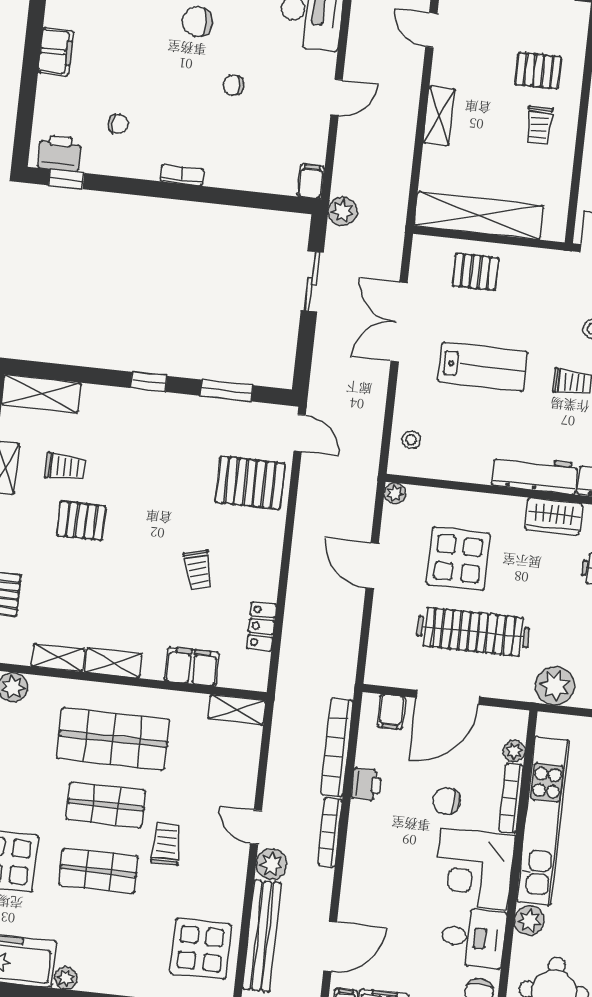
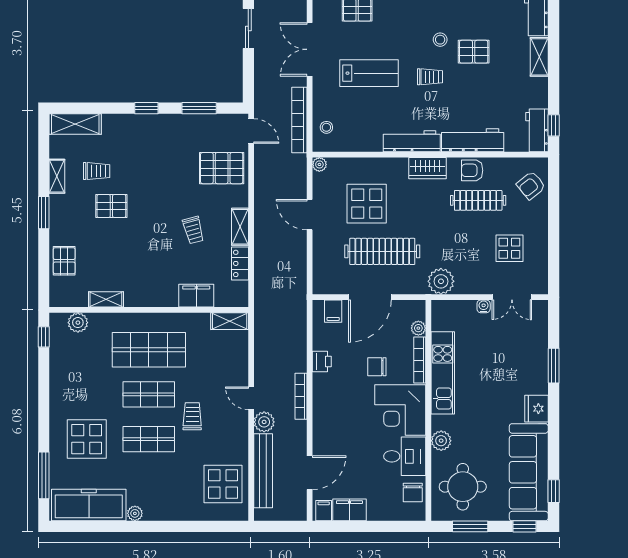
shelving: (113, 663) -> (240, 227), moved, turned 90
bookcase: (337, 747) -> (299, 120), moved
kitchen unit: (543, 821) -> (443, 373), width x0.73

